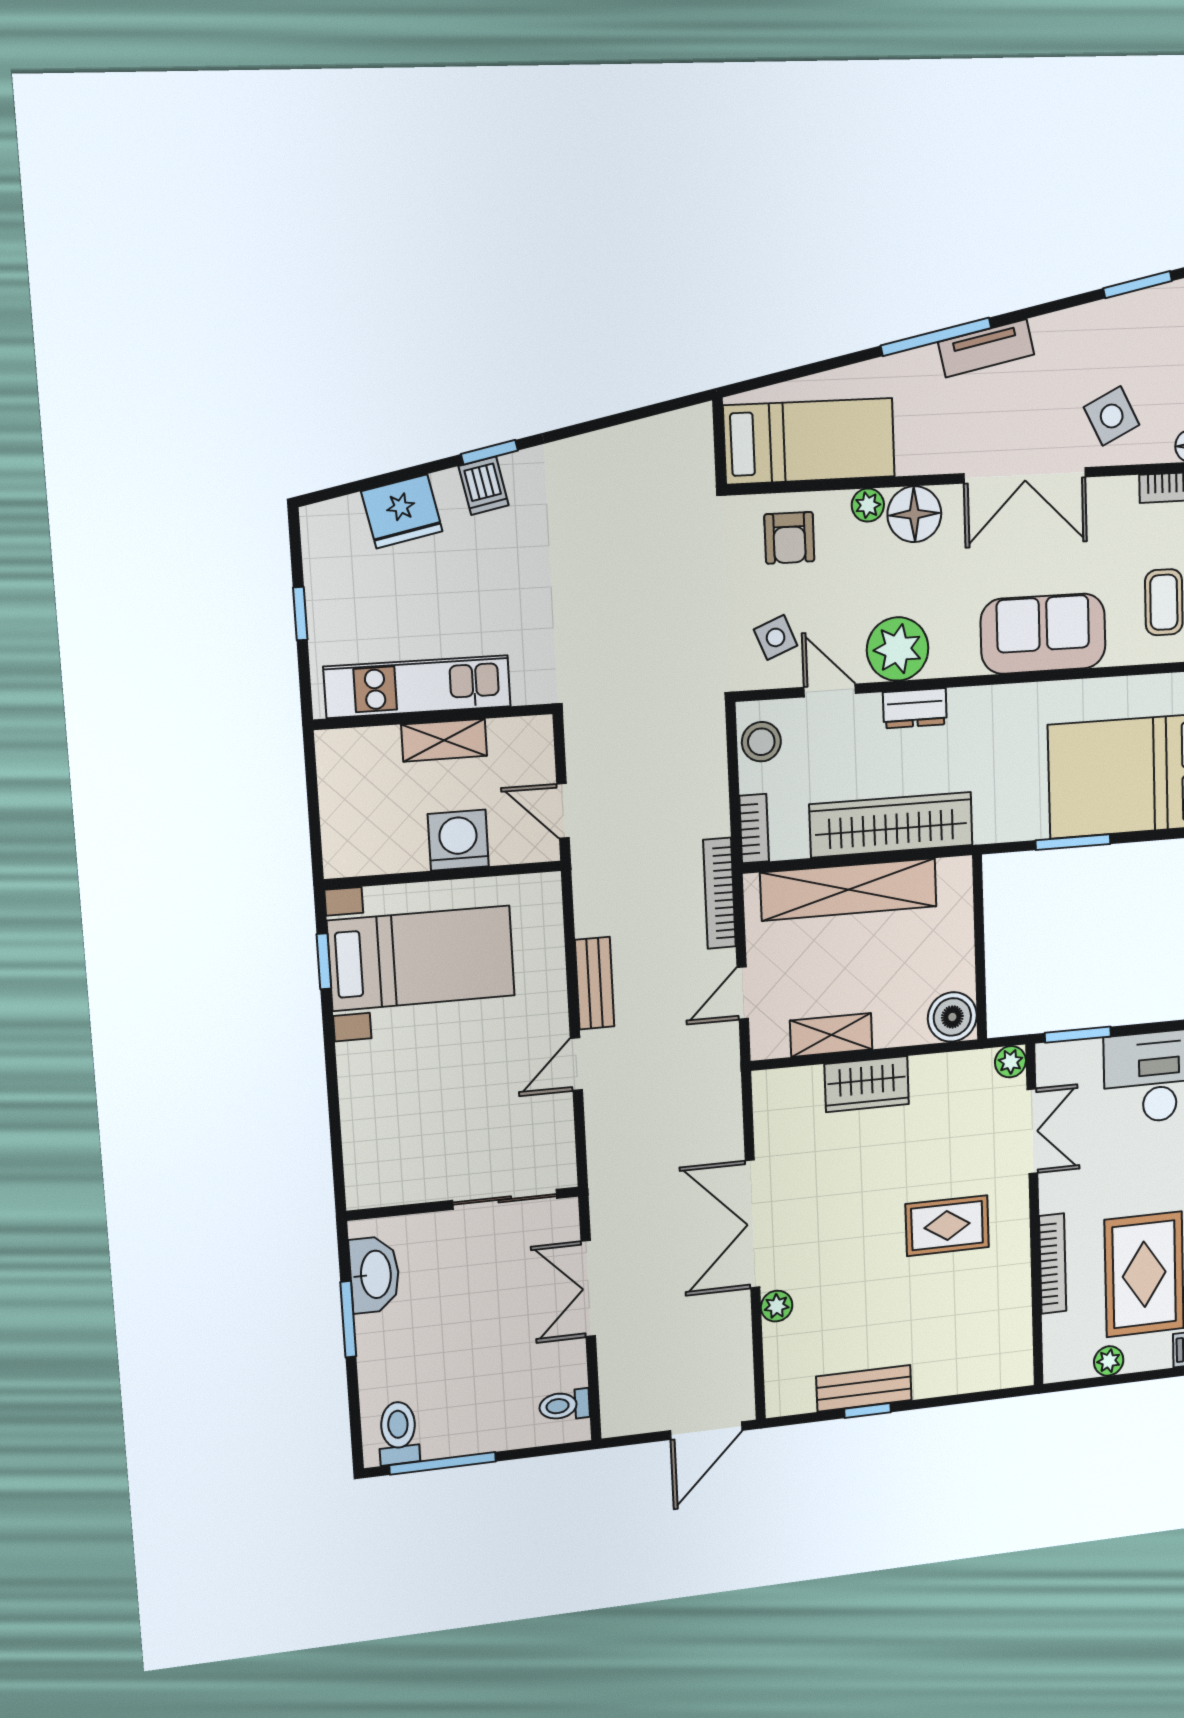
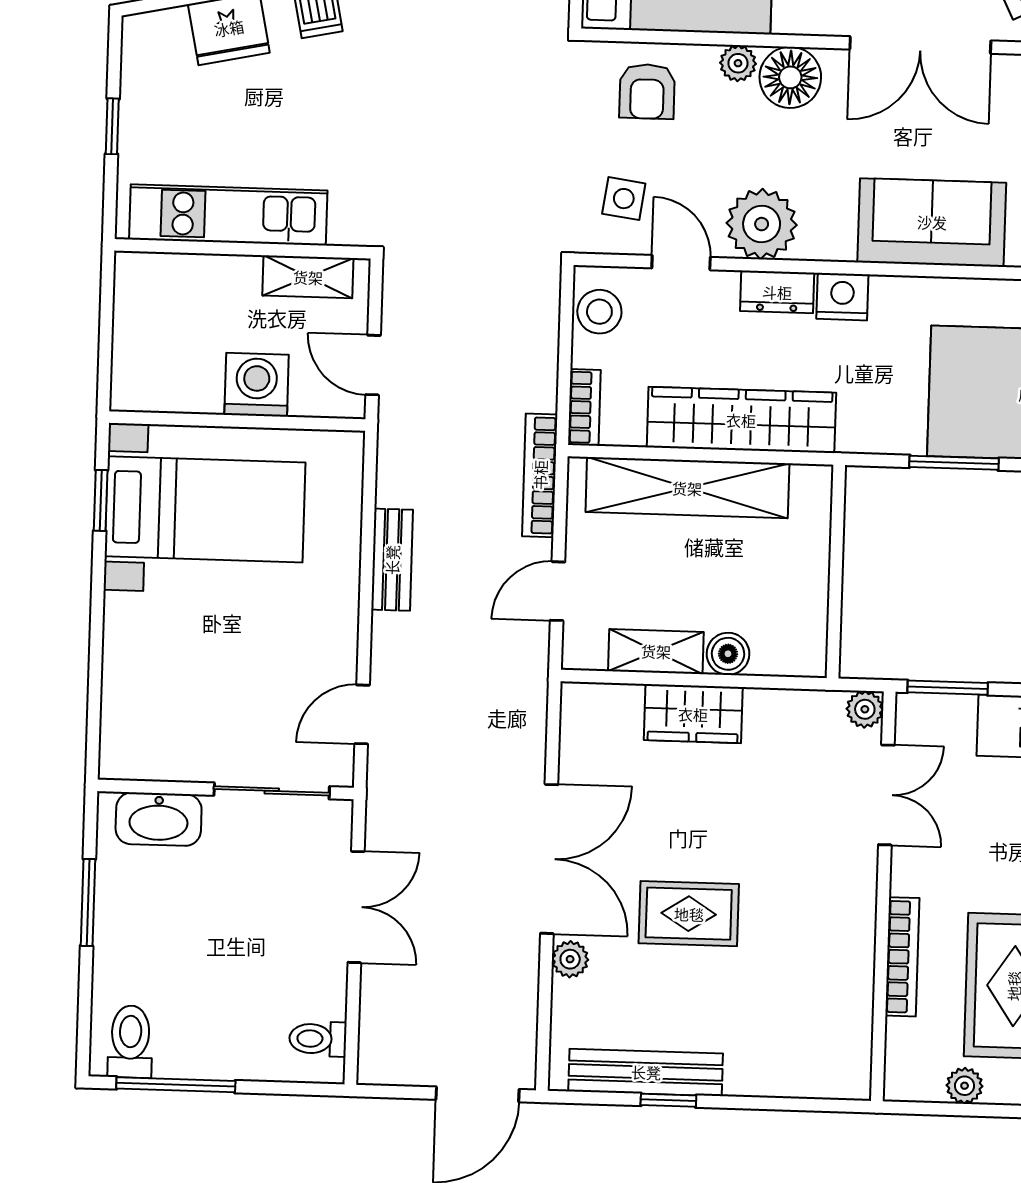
side table: (776, 637) -> (624, 199), turned 30
nightstand: (971, 707) -> (842, 297), added
shelving: (444, 740) -> (308, 277), moved
boiler: (952, 1017) -> (728, 654), moved, width x0.73, depth x0.73
door: (576, 1064) -> (362, 714), moved
double door: (752, 1224) -> (549, 859), swing flipped
rug: (947, 1226) -> (689, 914), moved
washbasin: (374, 1275) -> (159, 819), moved, turned 90
double door: (588, 1289) -> (356, 907), swing flipped
bench: (864, 1388) -> (646, 1072), width x1.36

